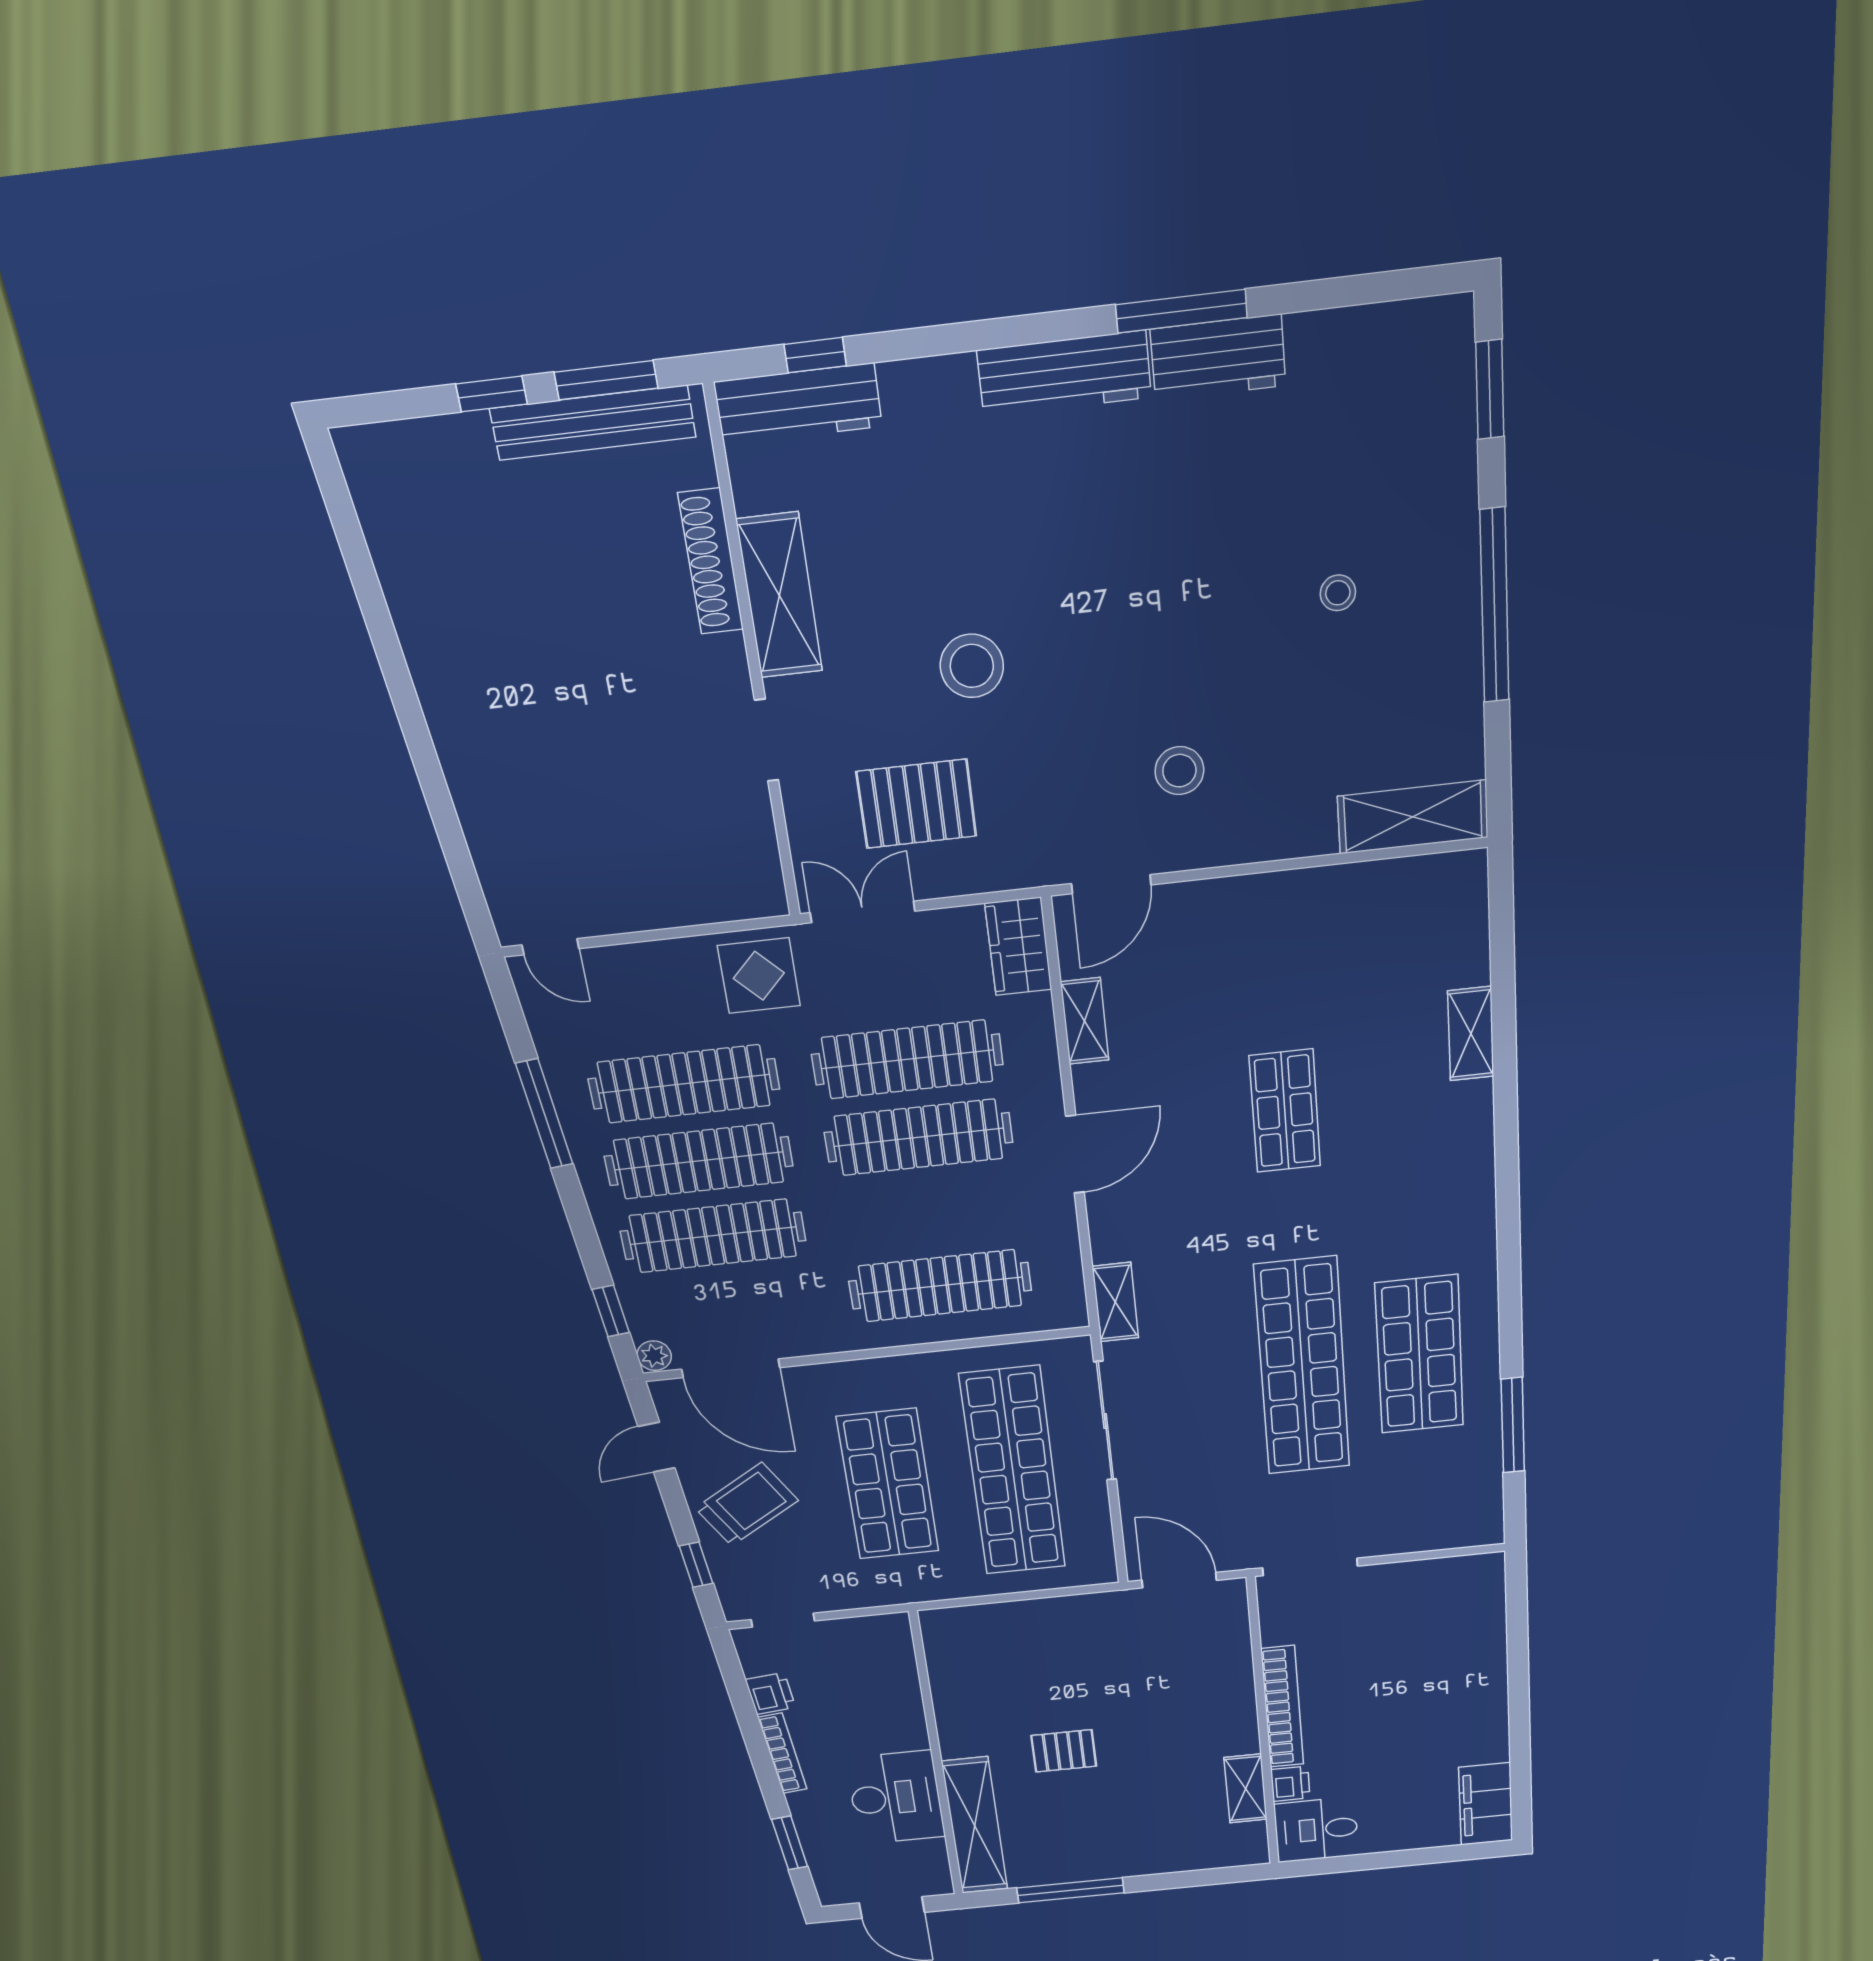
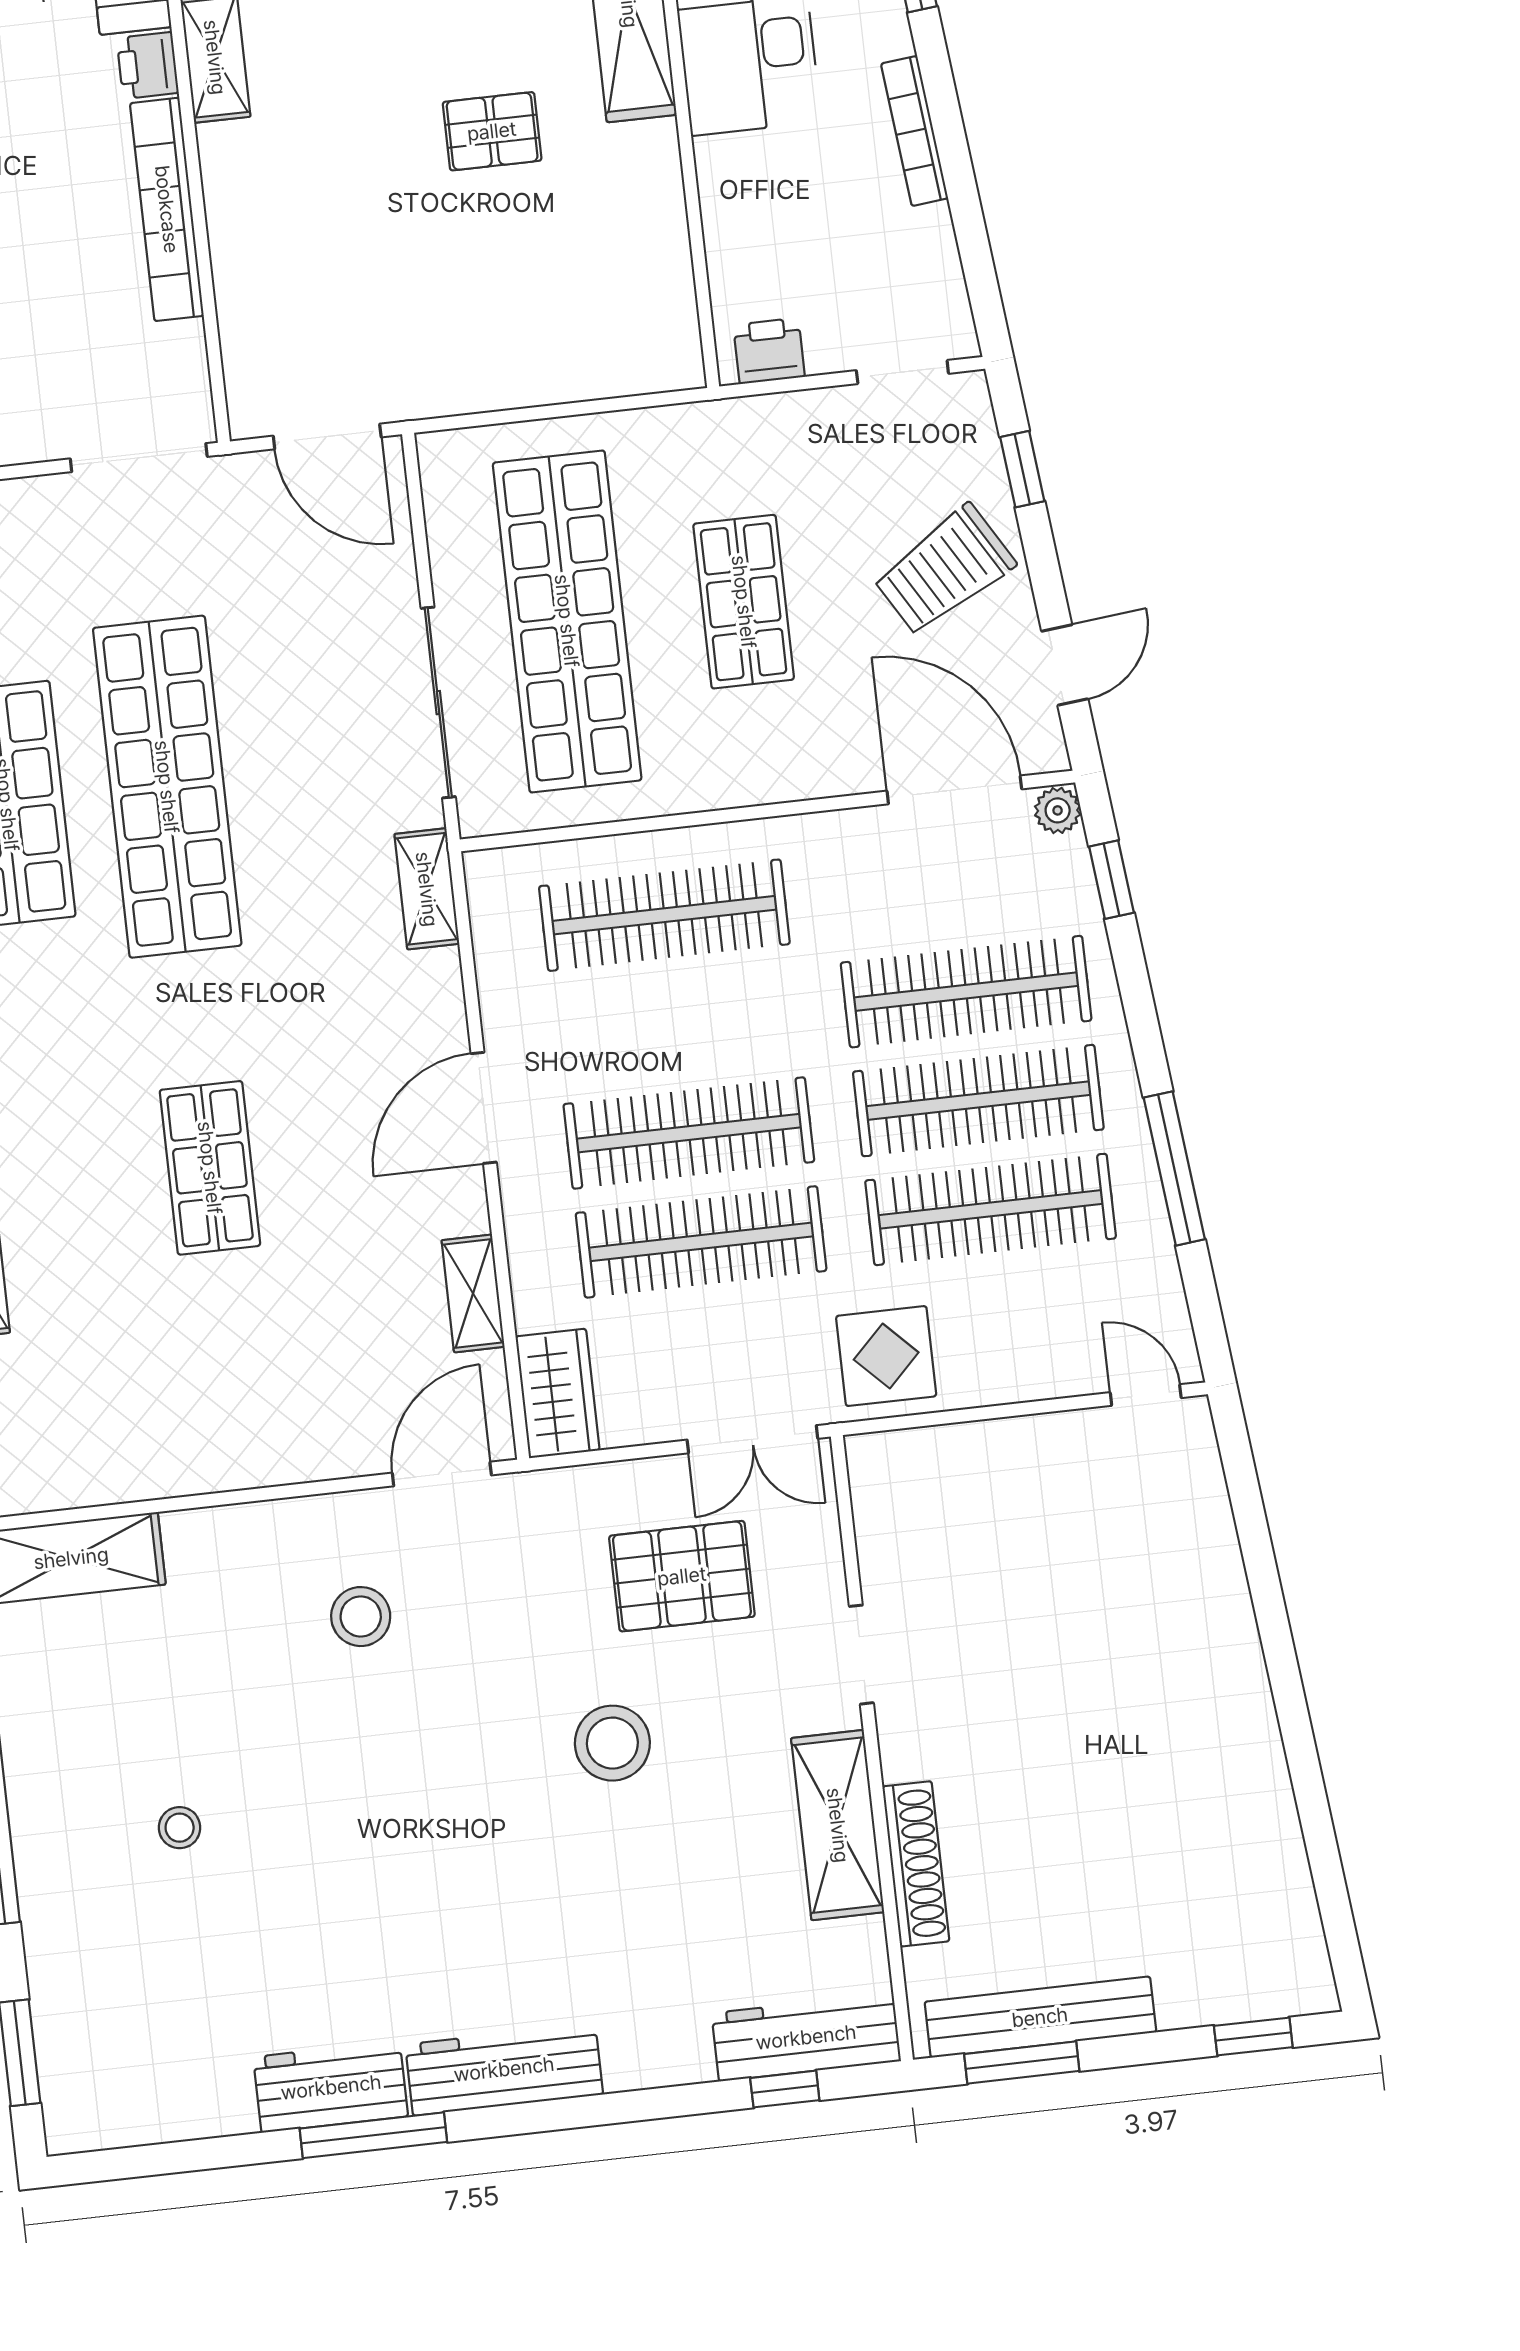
window: (491, 394) -> (1253, 2037), moved
shop shelf: (888, 1484) -> (744, 602), width x0.70, depth x0.74
printer: (770, 1694) -> (769, 351), moved, turned 96

